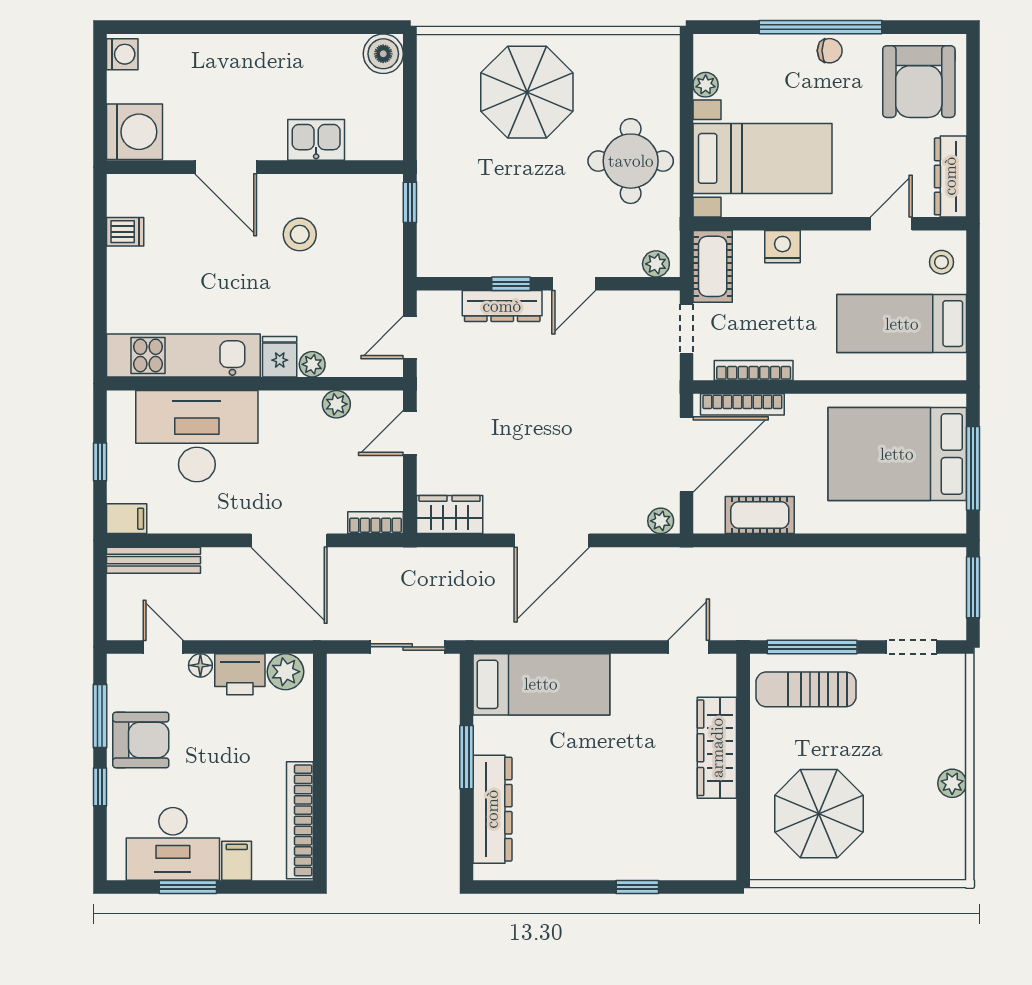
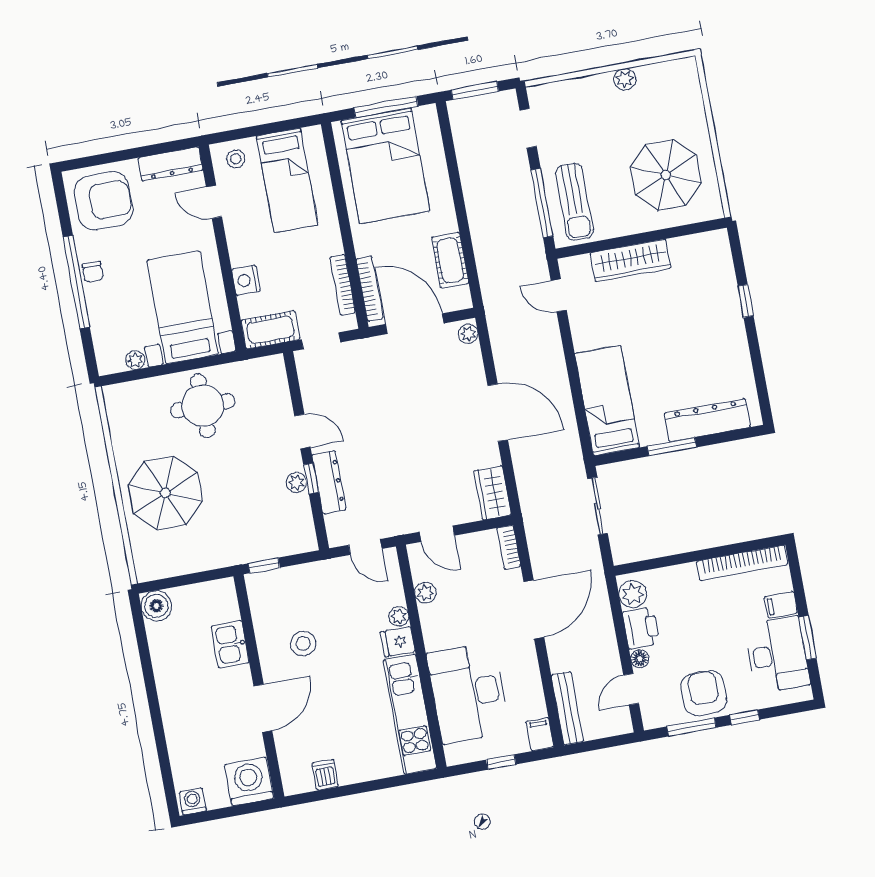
chair: (830, 51) -> (93, 272), turned 180
plant: (656, 264) -> (296, 483), moved

